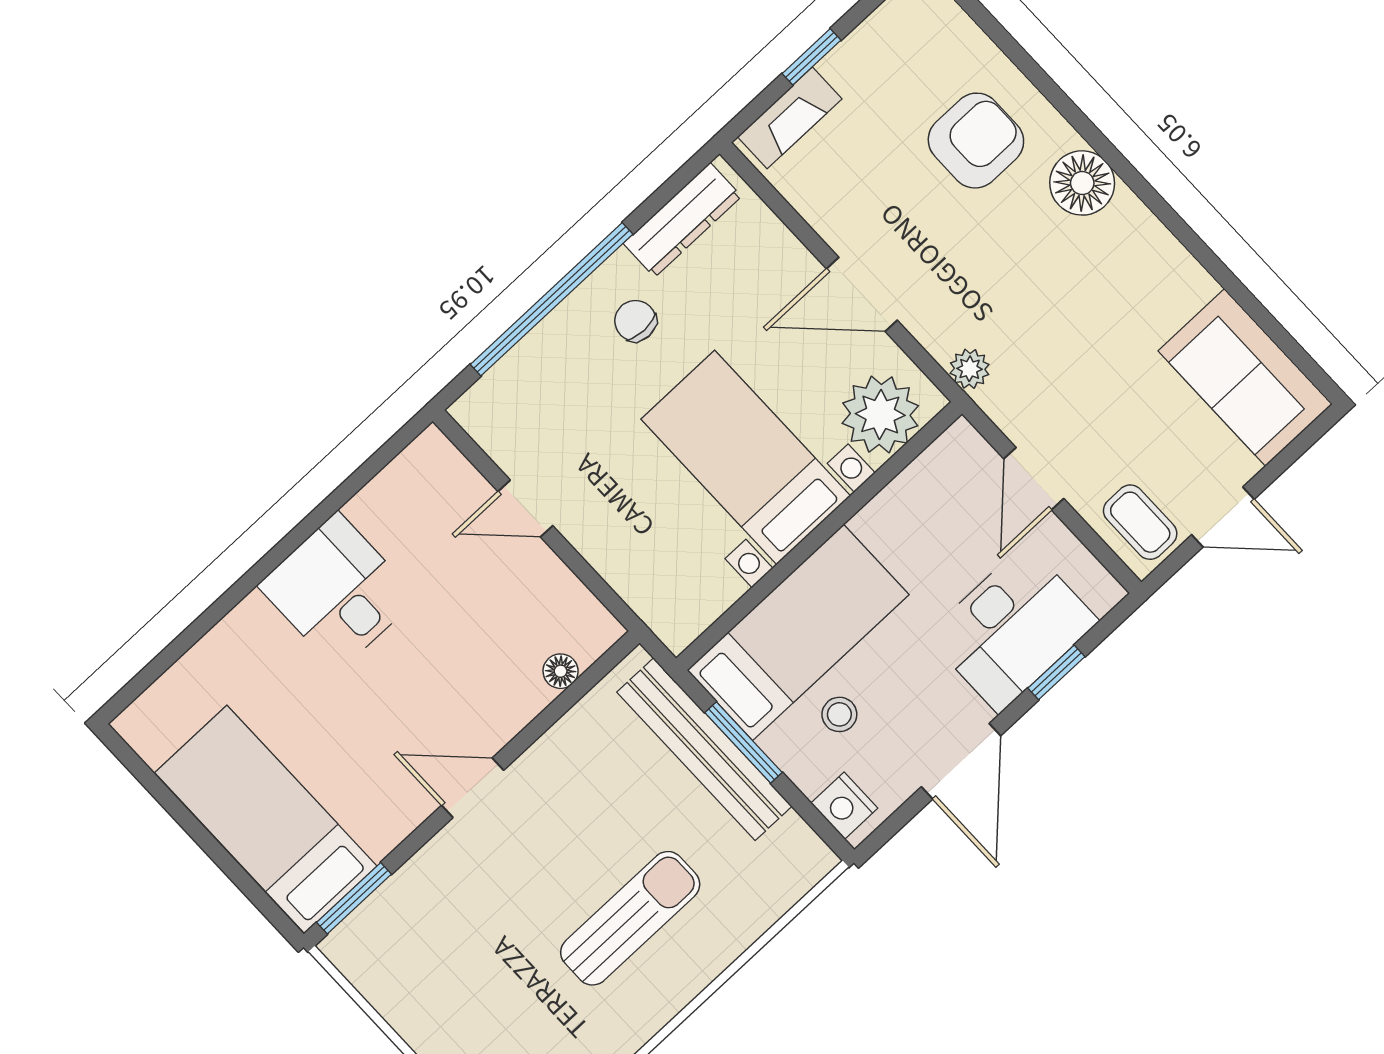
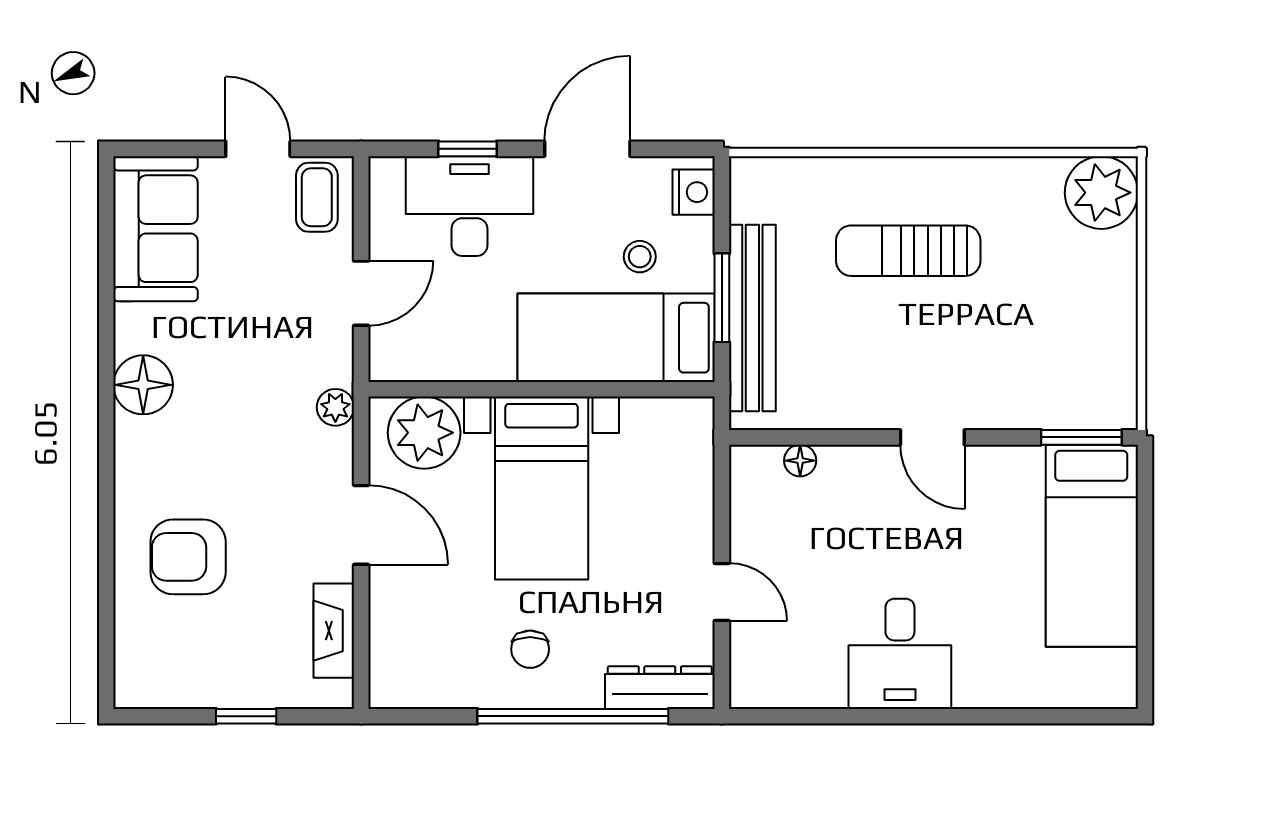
fireplace: (790, 118) -> (334, 631), moved, turned -90
floor lamp: (1082, 183) -> (143, 385), moved
dresser: (682, 220) -> (660, 688), moved

